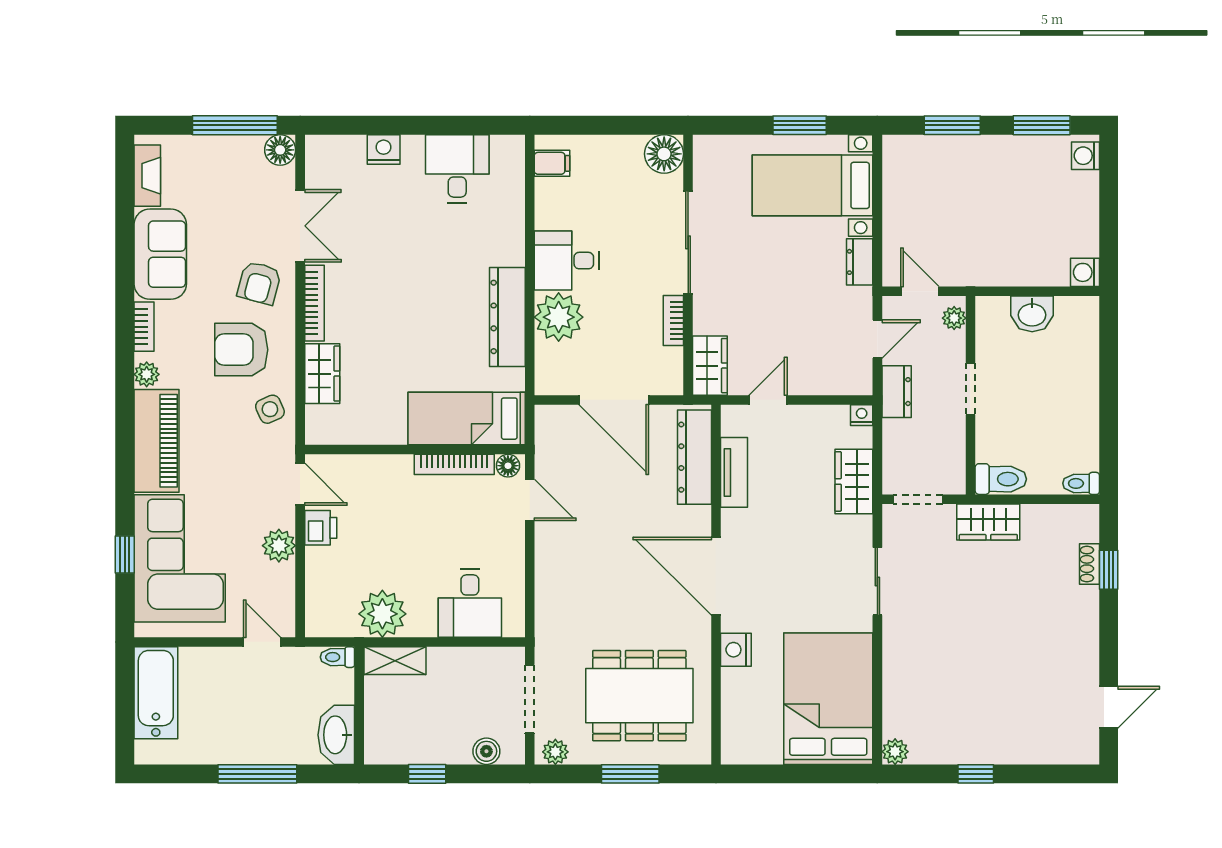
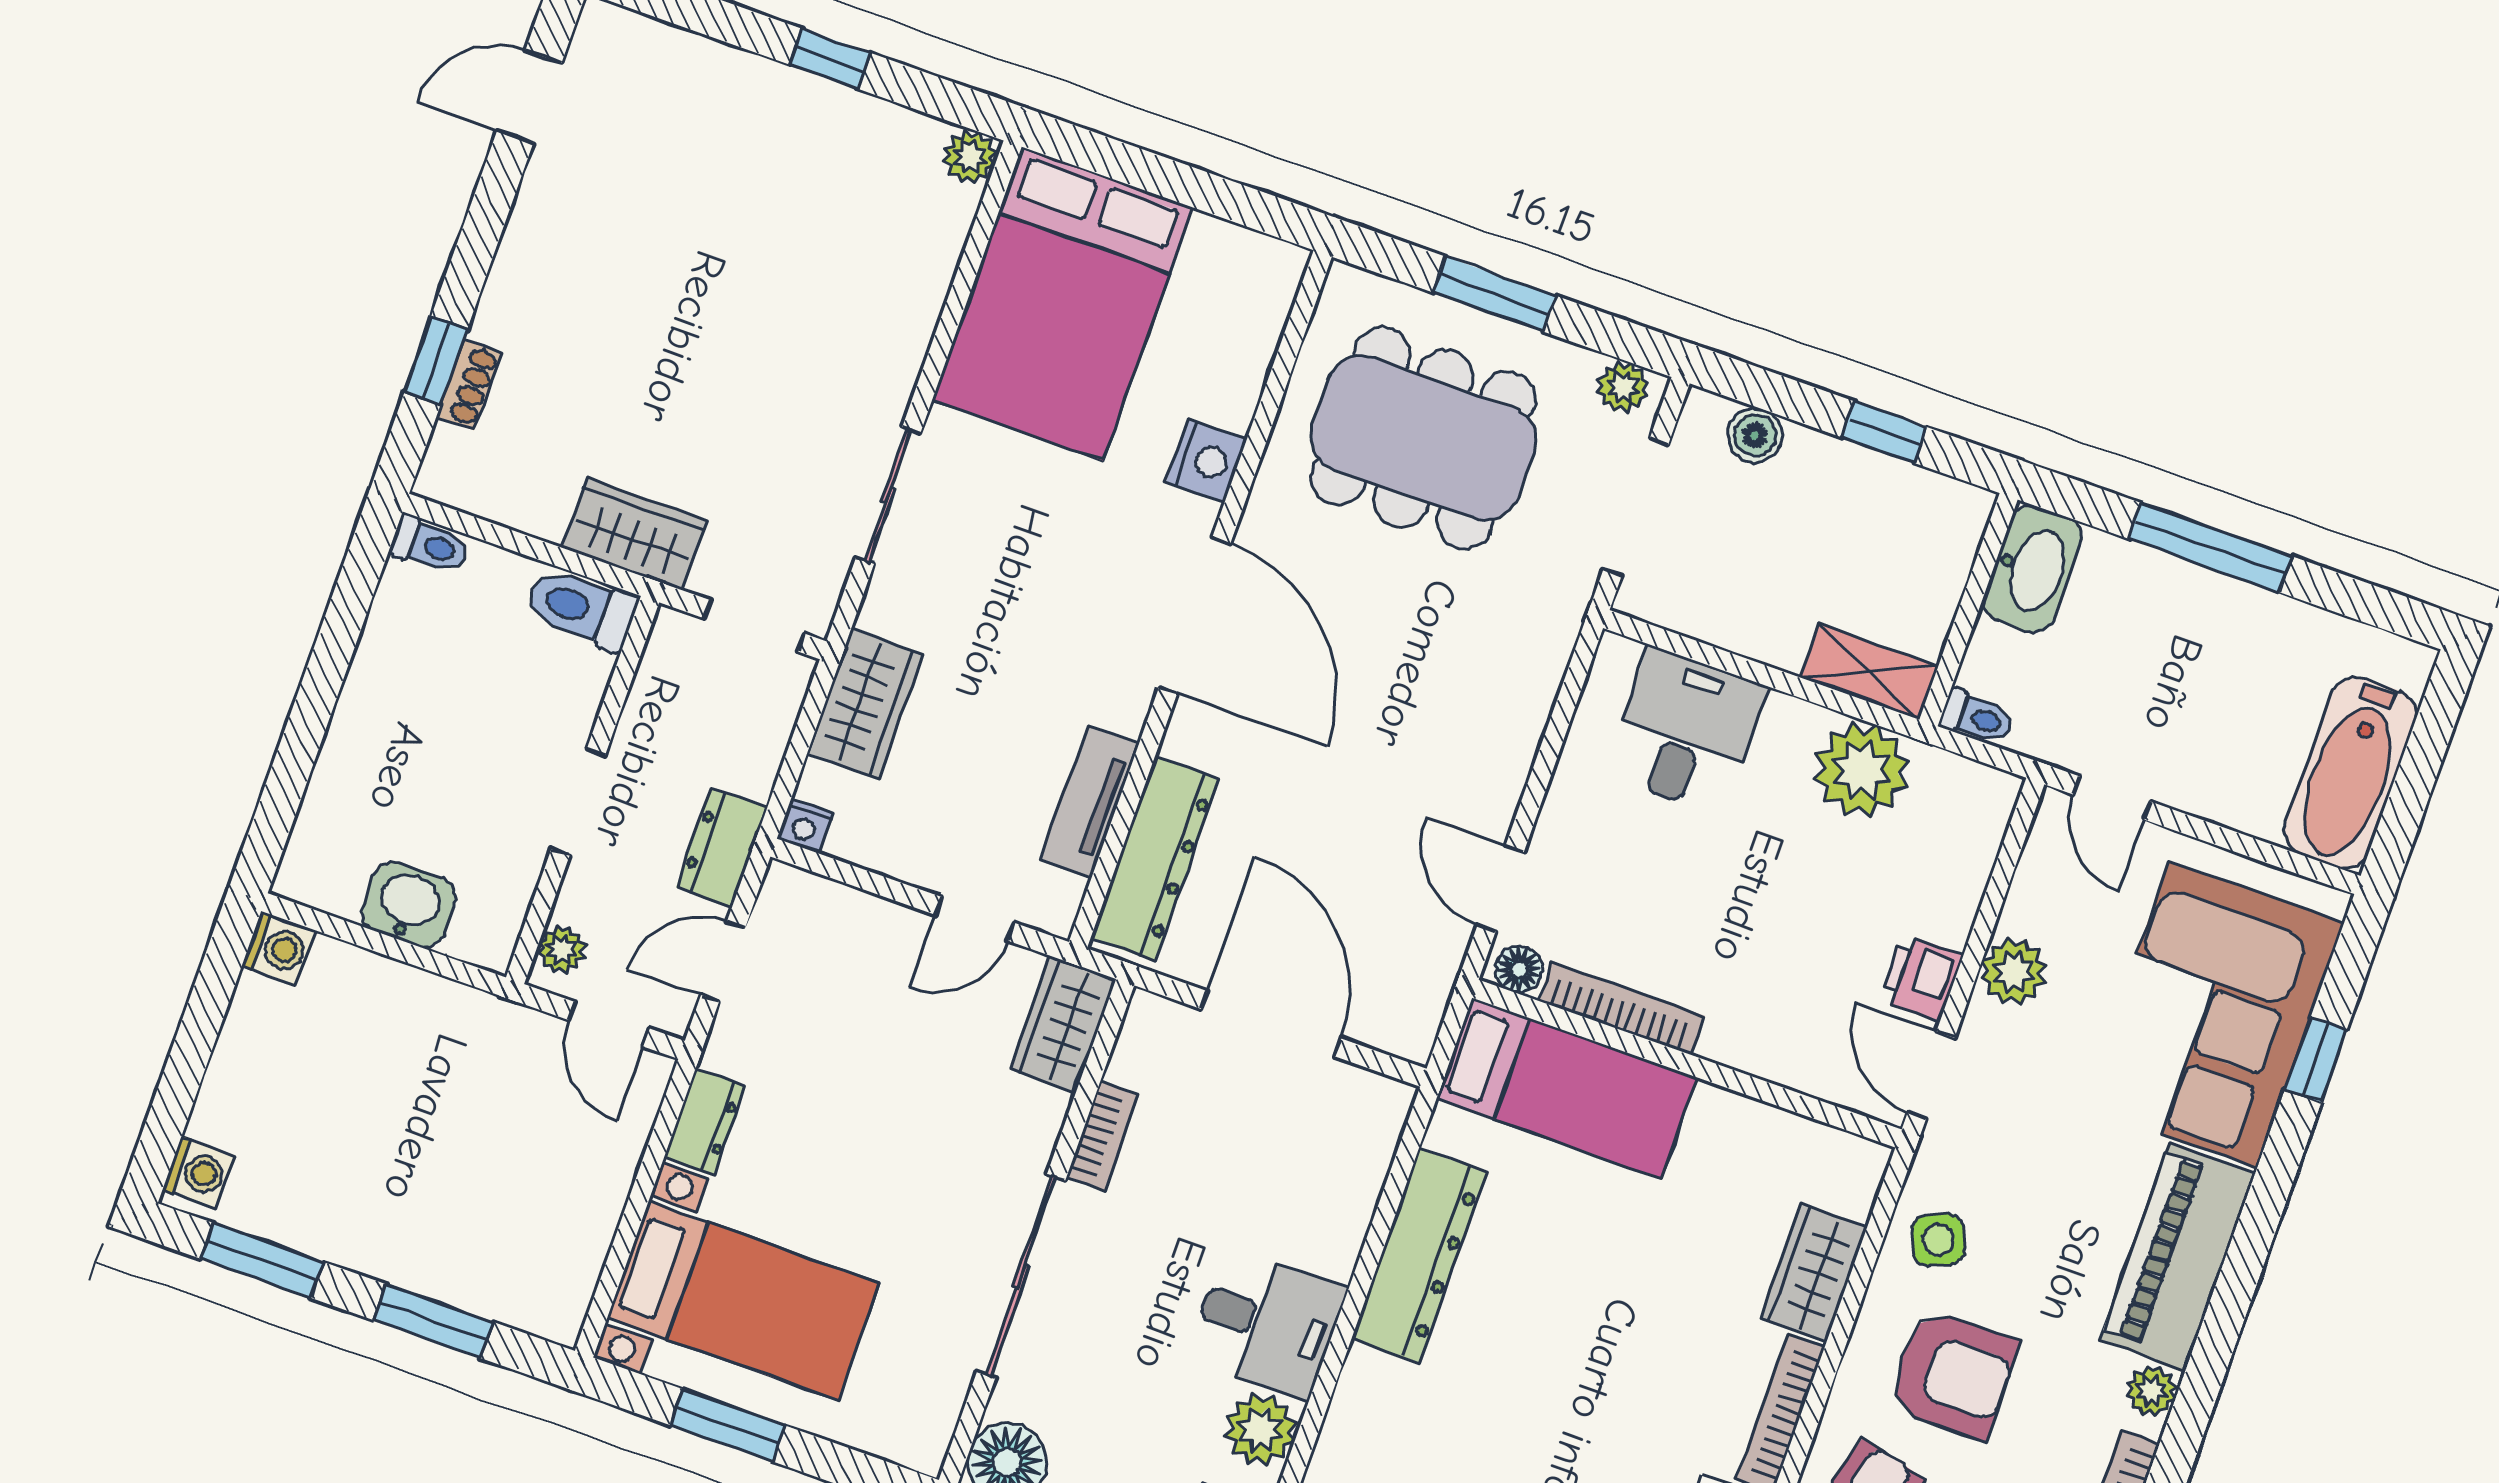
plant: (559, 317) -> (1260, 1430), moved, width x0.73, depth x0.73

